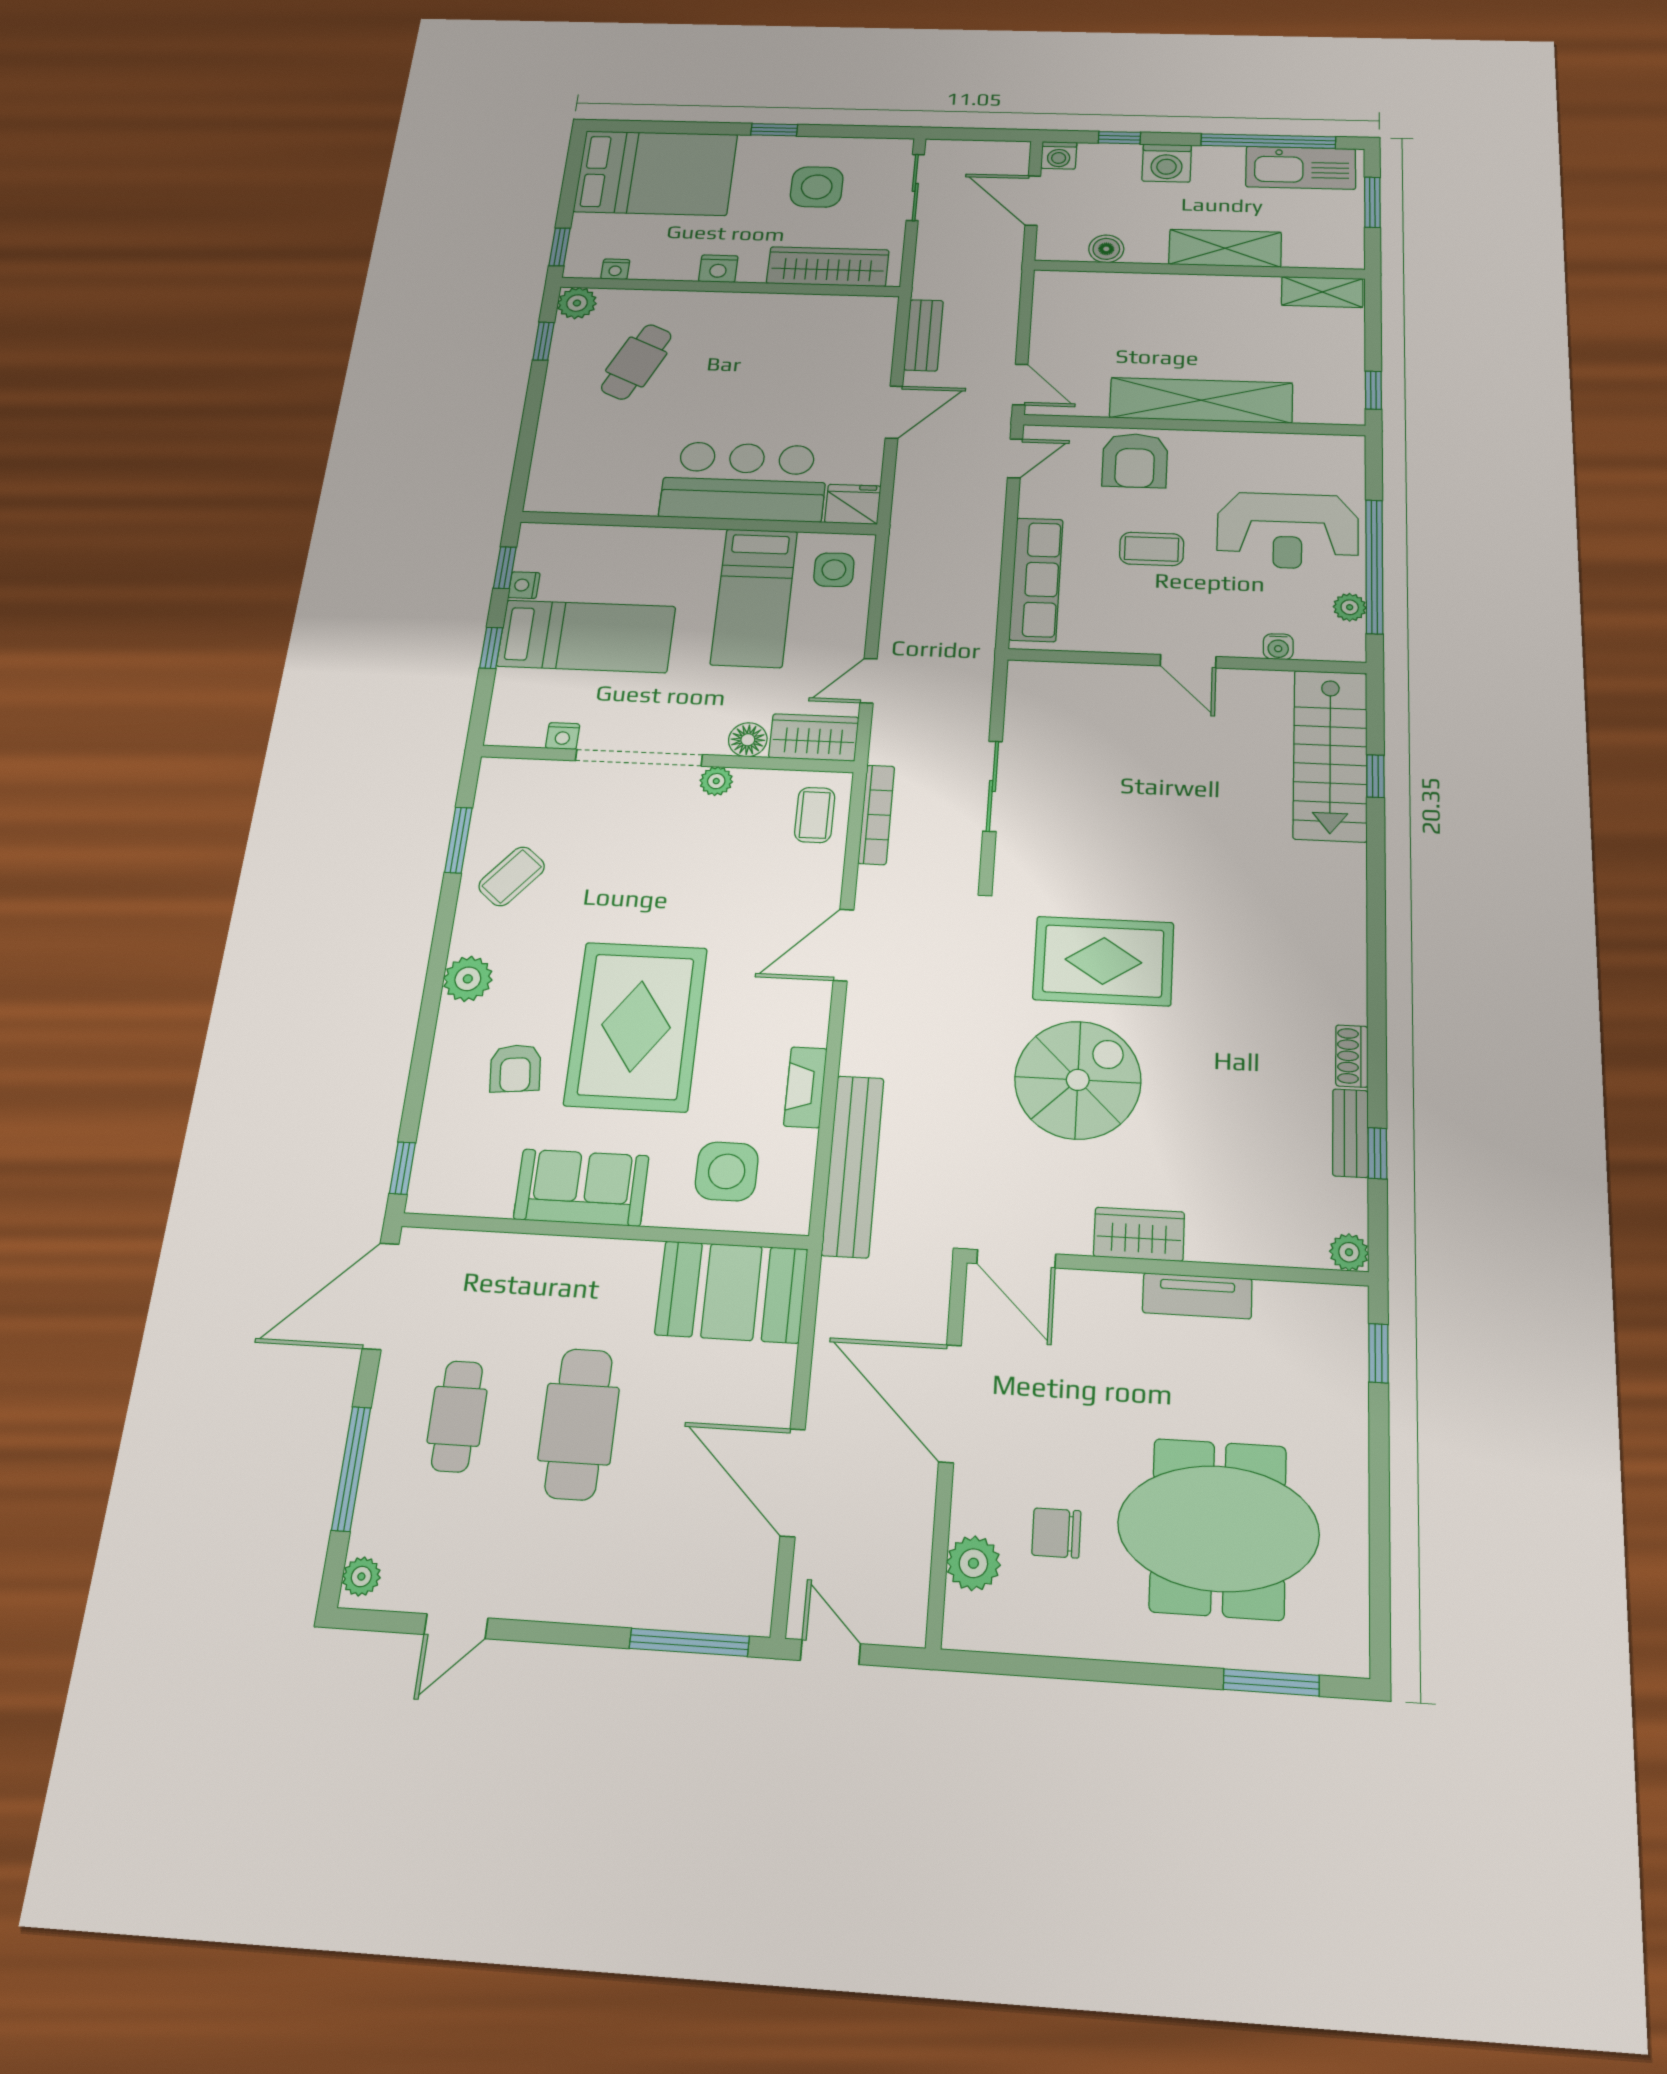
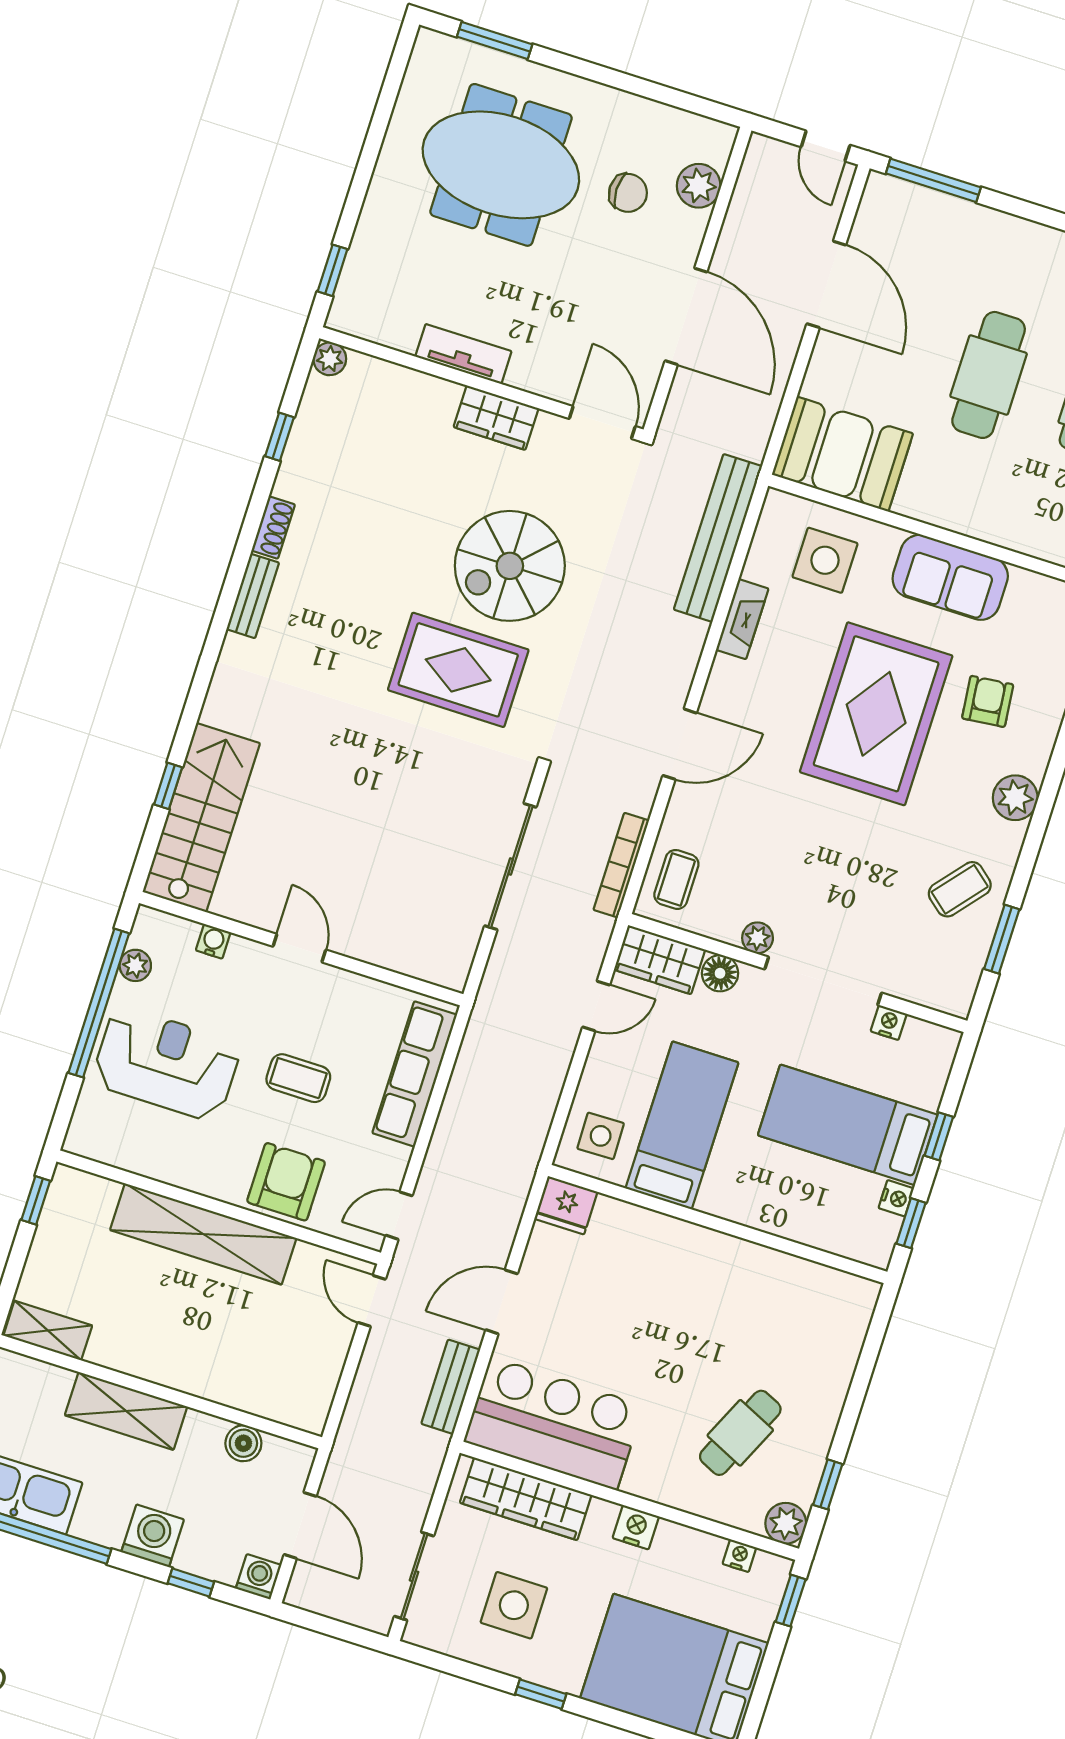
bar counter: (744, 482) -> (554, 1423), moved, turned 180
sliding door: (992, 786) -> (510, 866), width x1.37
bench: (1350, 1133) -> (253, 596), moved

